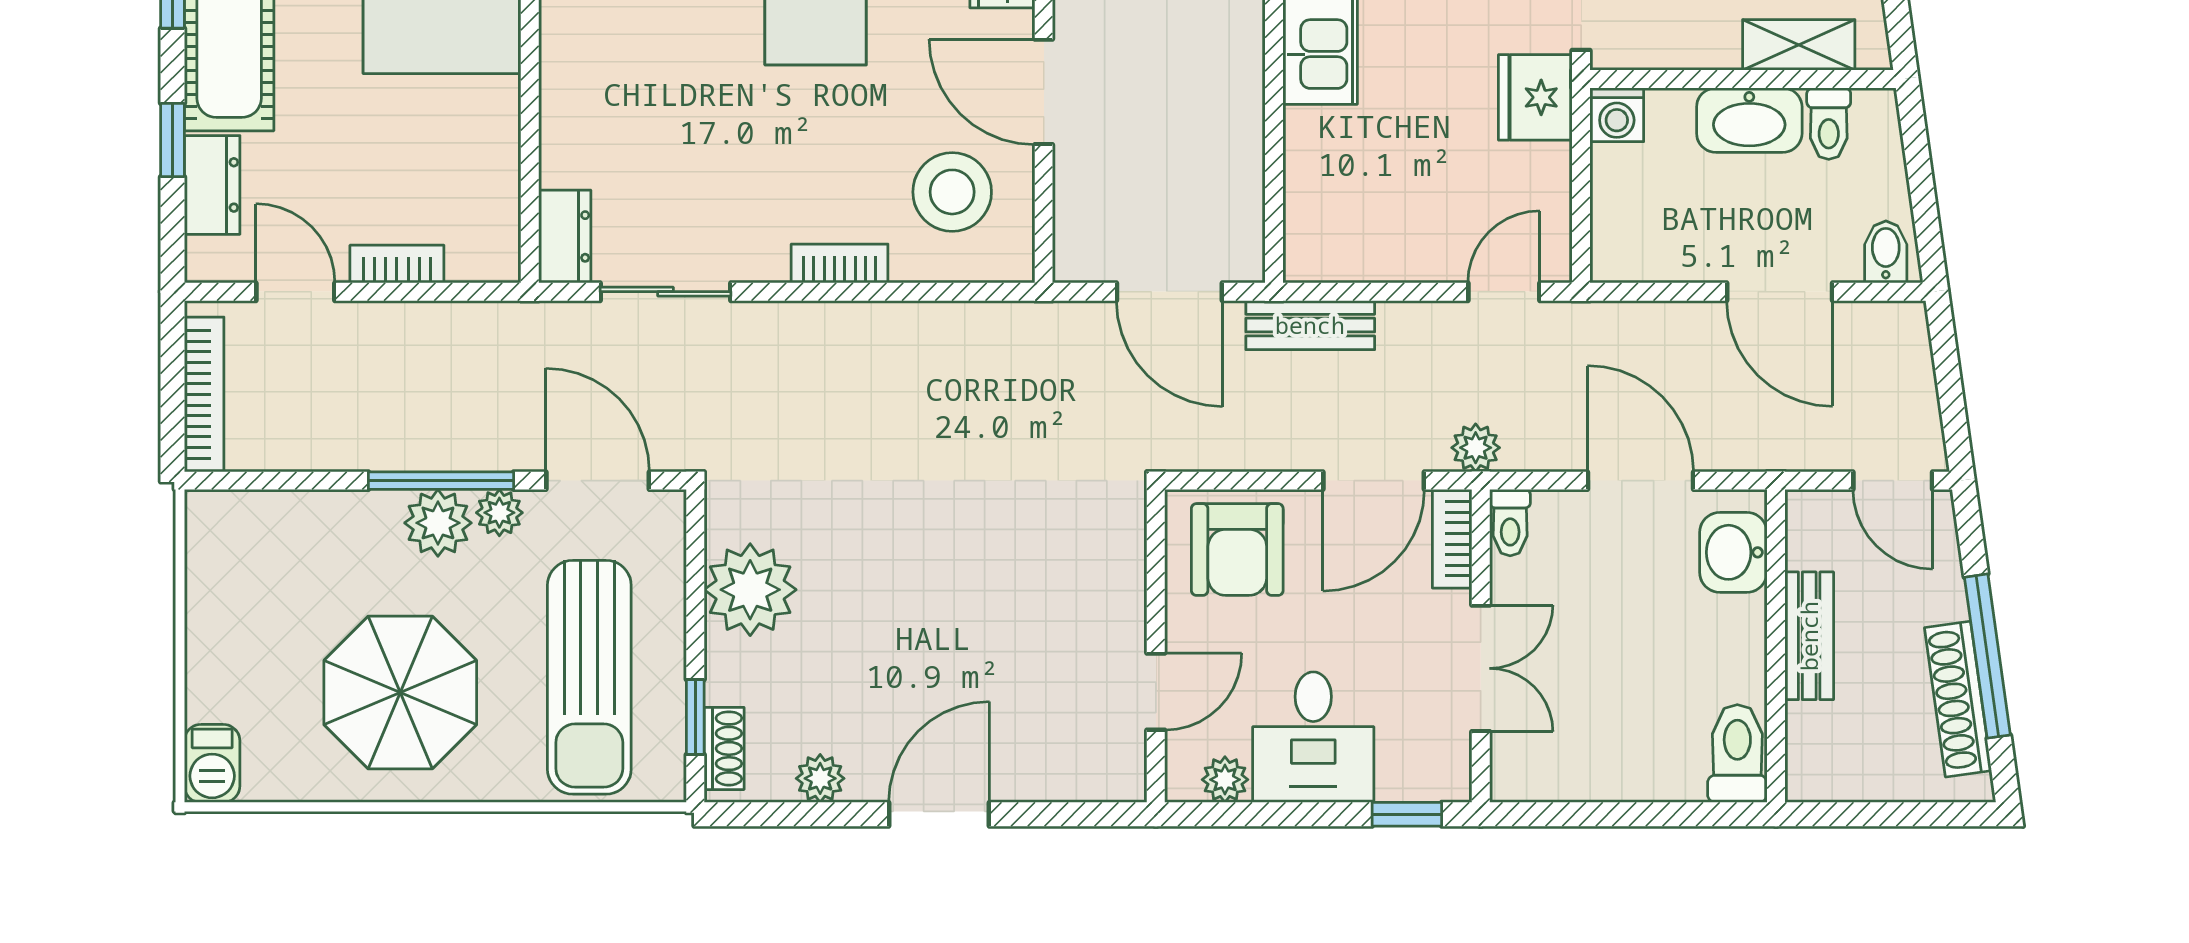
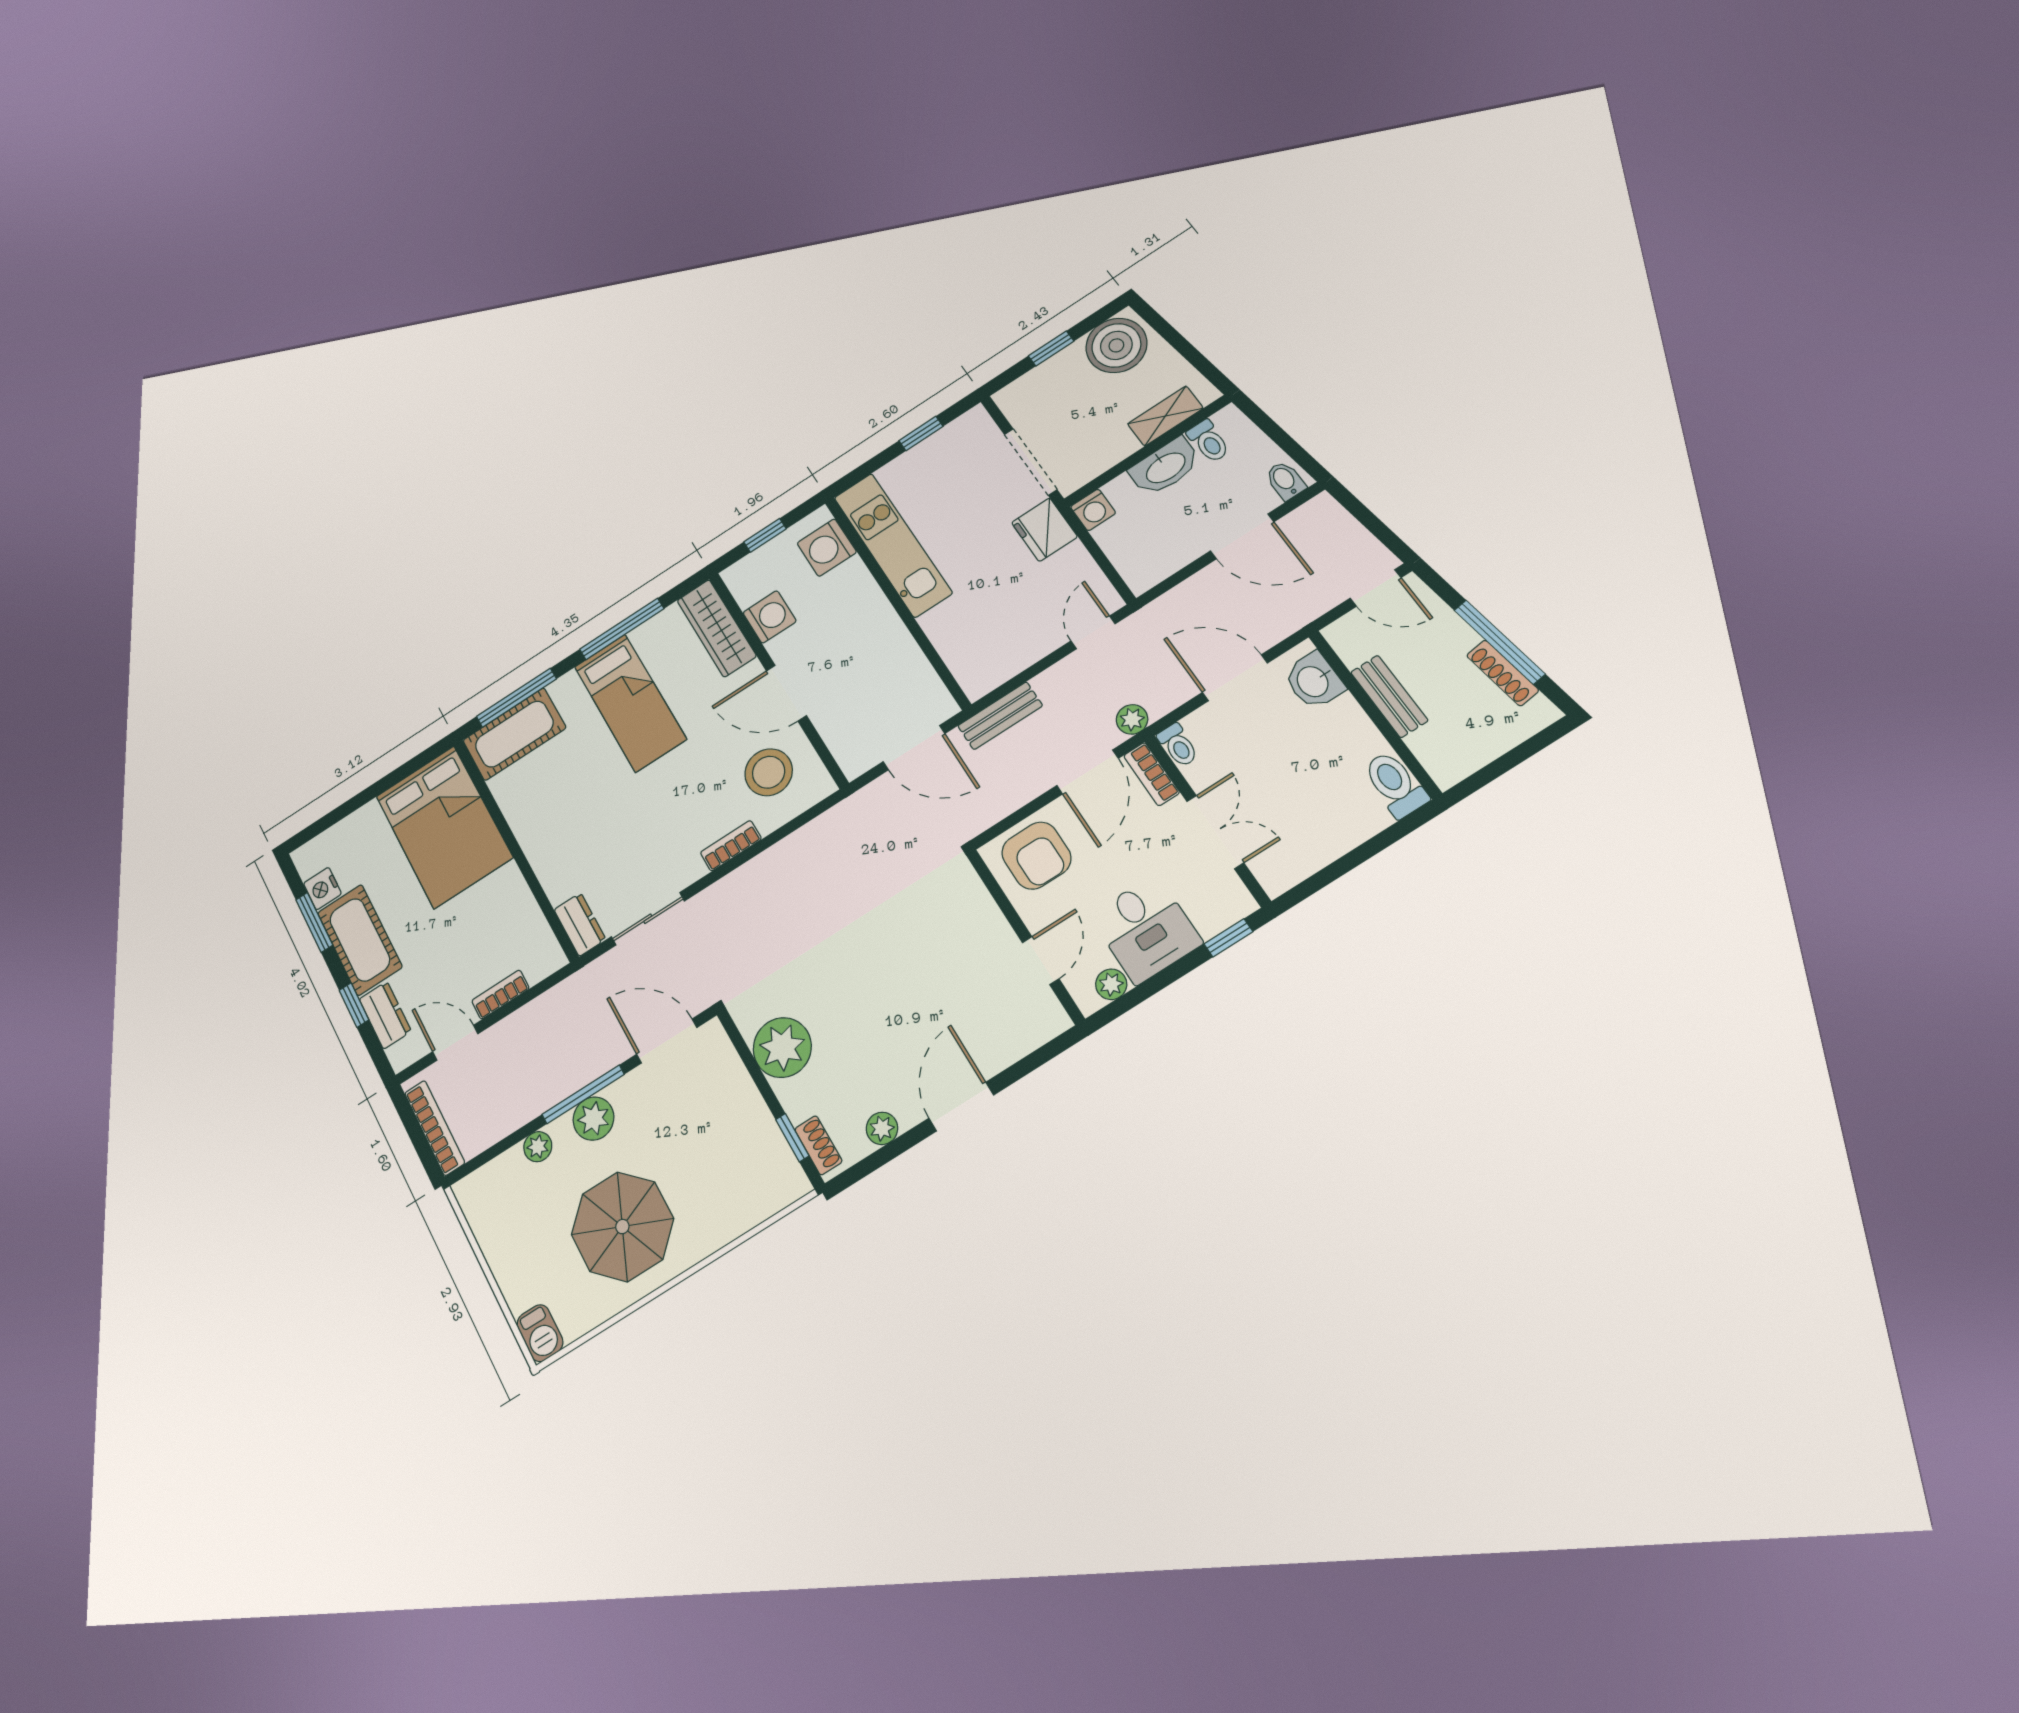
plant: (499, 513) -> (538, 1147), moved
sun lounger: (589, 677) -> (721, 1152), removed
shoe rack: (1958, 699) -> (1503, 673), width x0.74, depth x0.81

